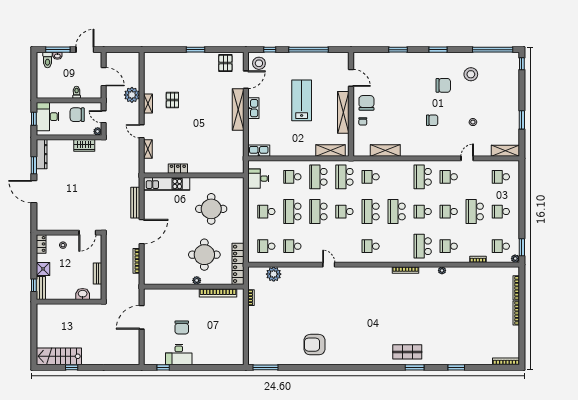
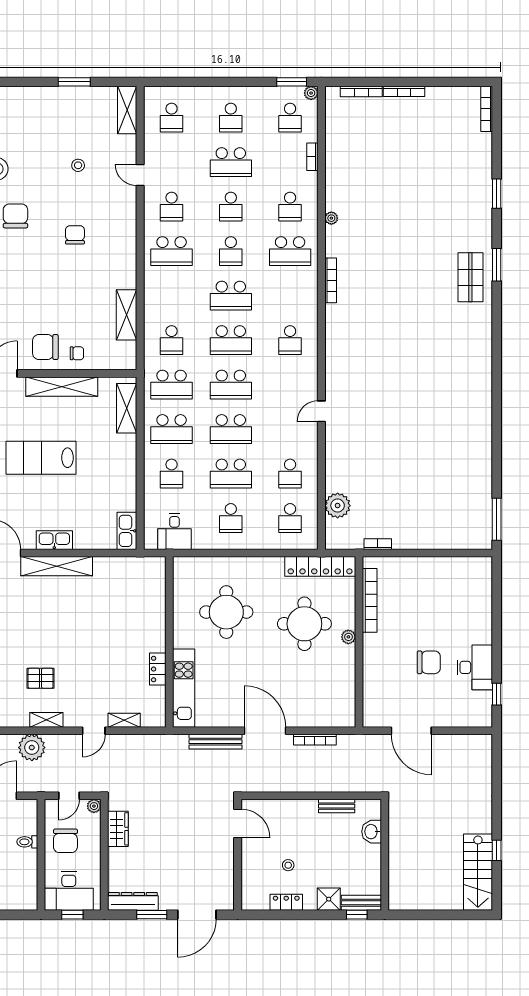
school desk: (344, 212) -> (231, 385), width x1.85
wall: (69, 233) -> (238, 855), moved
door: (87, 233) -> (238, 823), moved
armchair: (315, 345) -> (458, 436), removed

